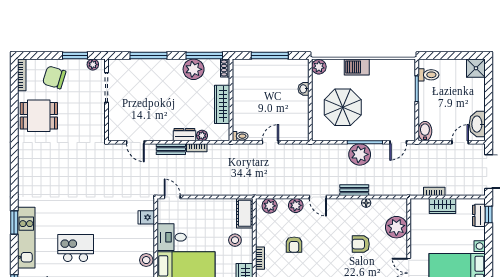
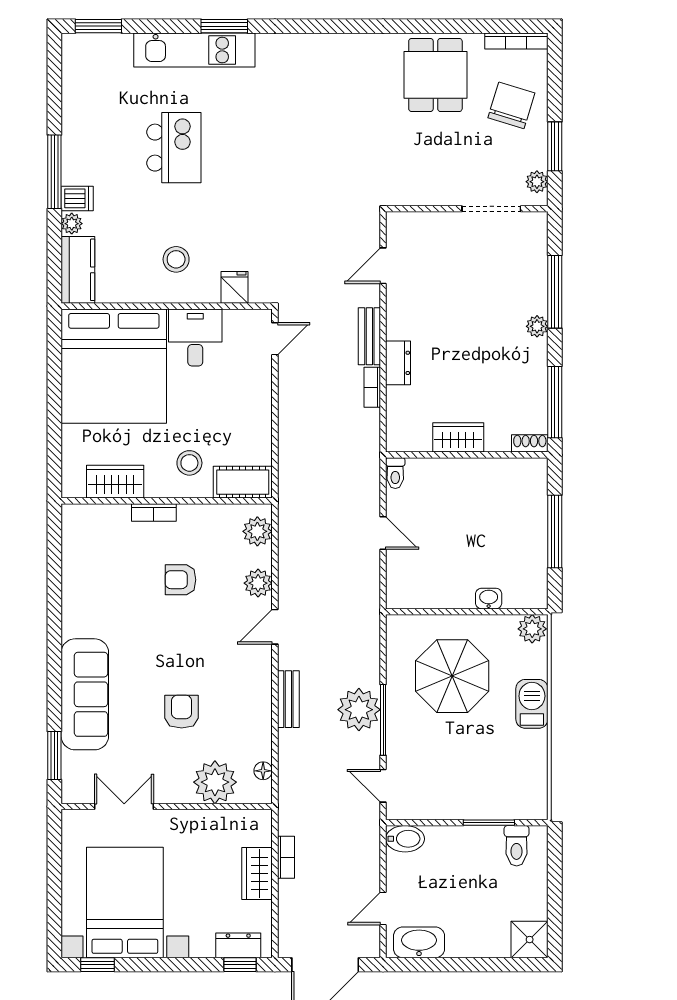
plant: (194, 69) -> (537, 326), moved, width x0.53, depth x0.53
wardrobe: (222, 104) -> (458, 437), width x0.67
plant: (202, 136) -> (396, 398), removed
door: (460, 142) -> (383, 908), swing flipped
floor lamp: (366, 203) -> (263, 771), moved
stool: (146, 260) -> (176, 259), moved

